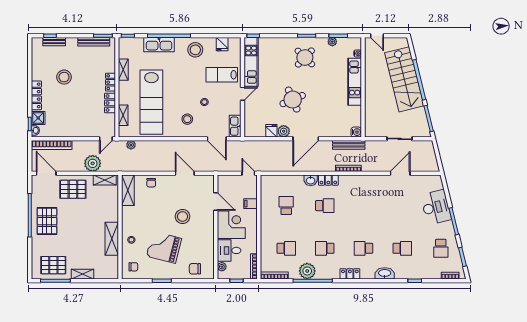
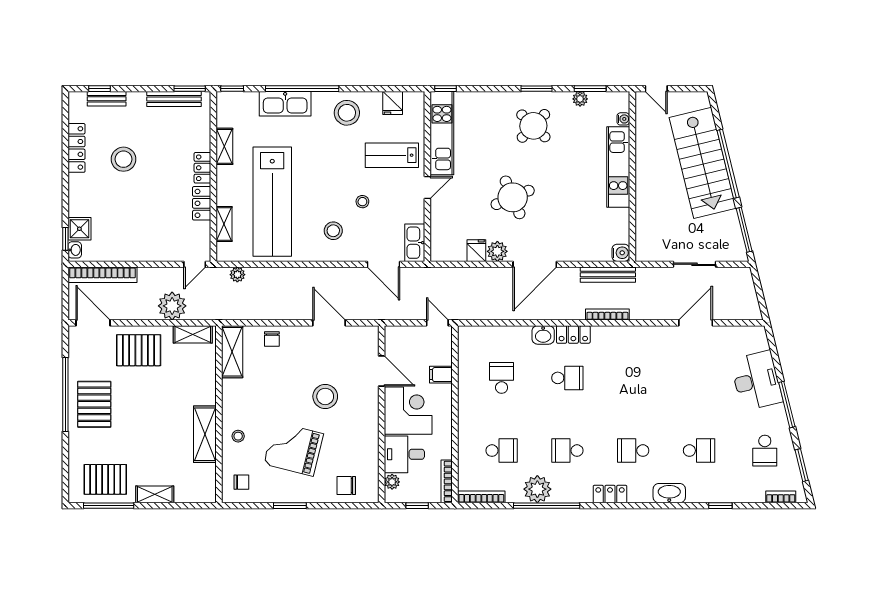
locker: (36, 95) -> (76, 148), moved

